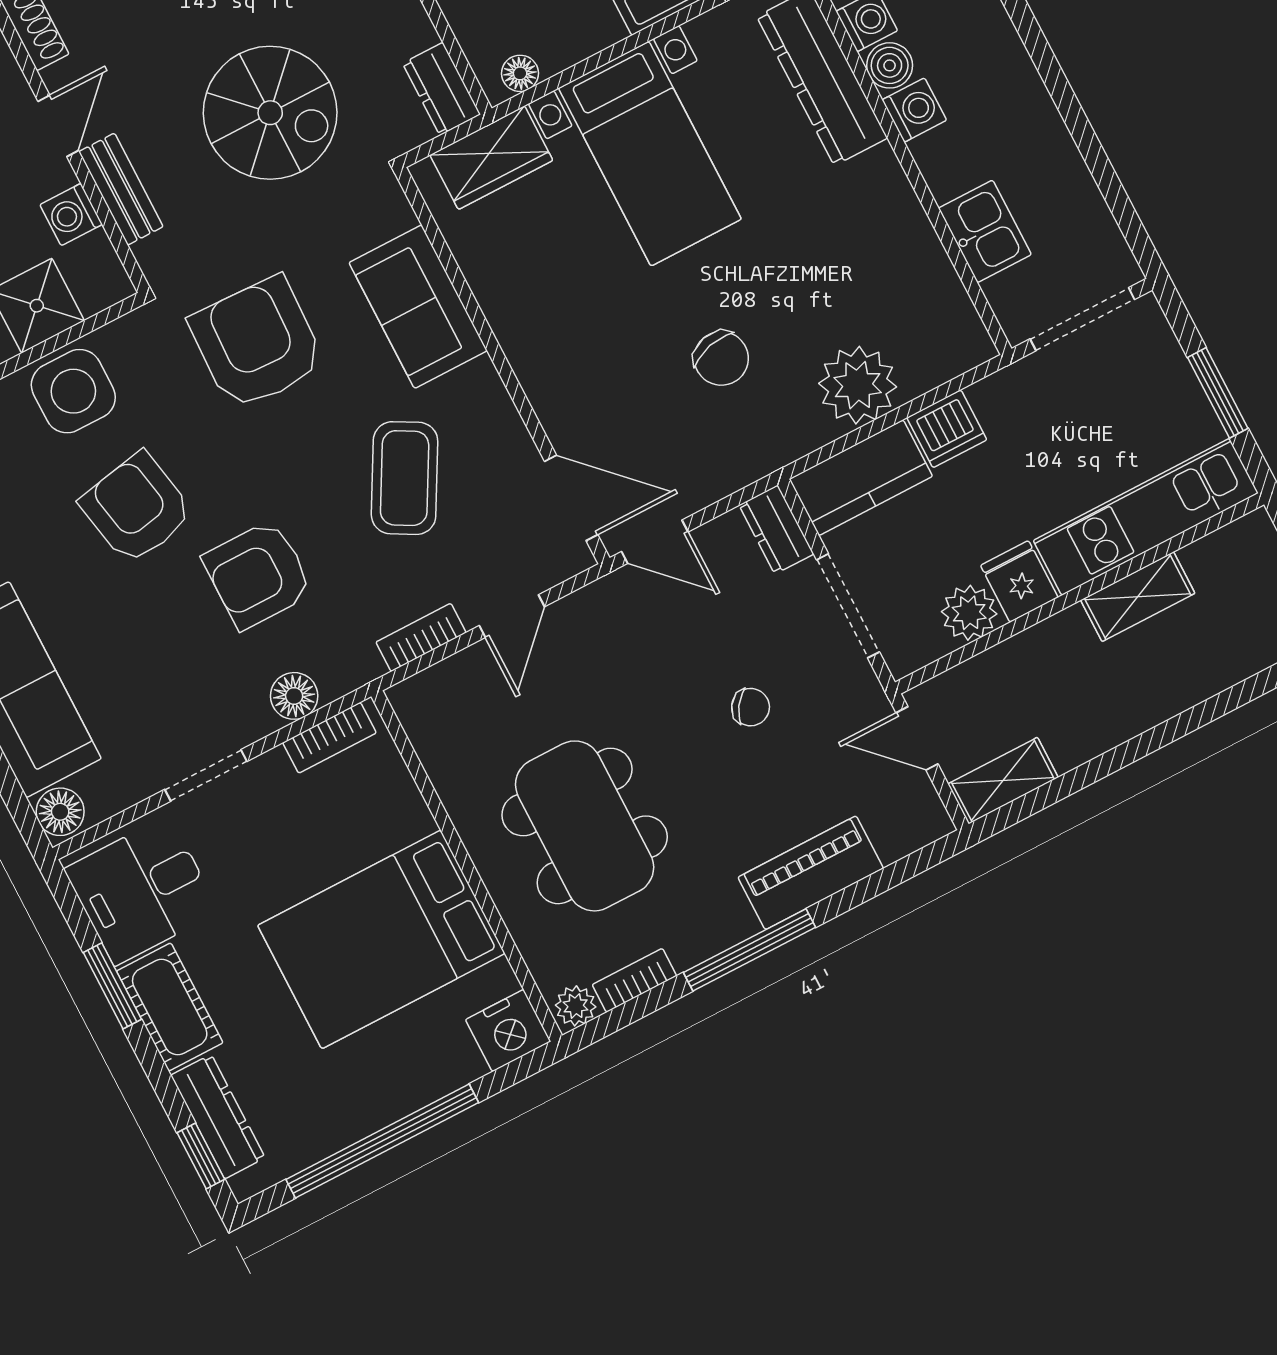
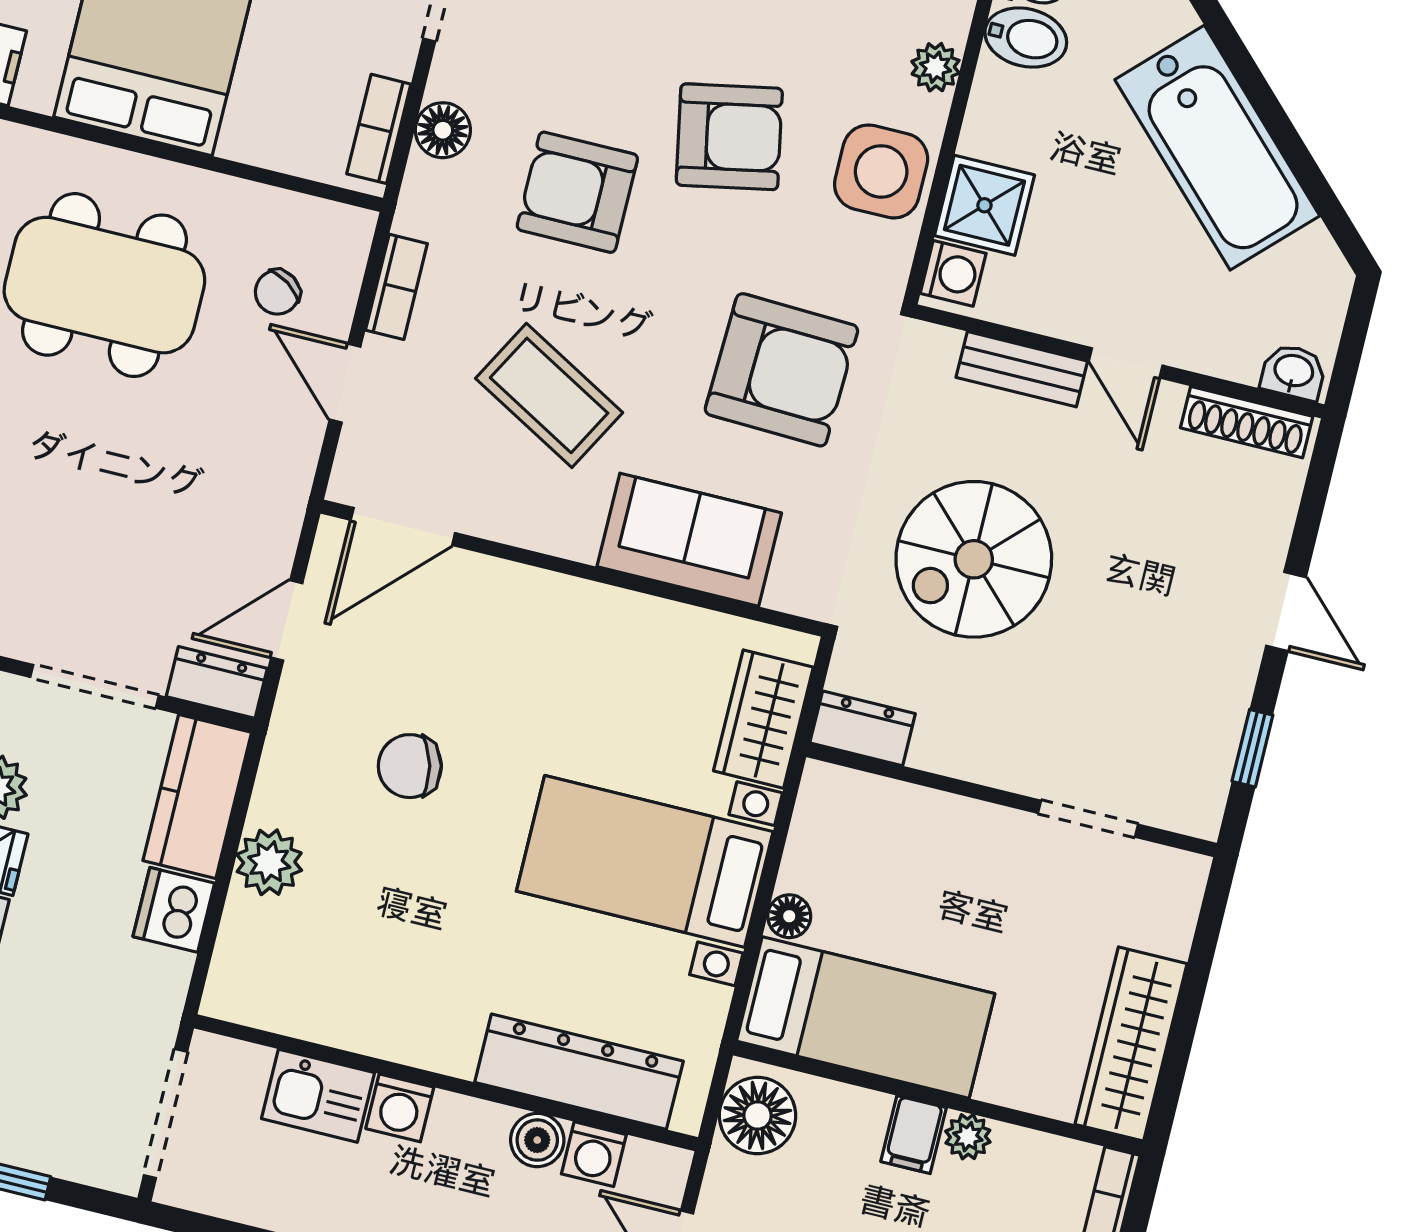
floor lamp: (520, 73) -> (789, 916), moved
washing machine: (914, 110) -> (400, 1108), moved
washing machine: (71, 215) -> (953, 273), moved, turned 90
plant: (858, 385) -> (269, 862), width x0.73, depth x0.73
door: (655, 542) -> (287, 620), moved
armchair: (258, 575) -> (577, 192), turned -90
chair: (751, 707) -> (277, 292), moved

